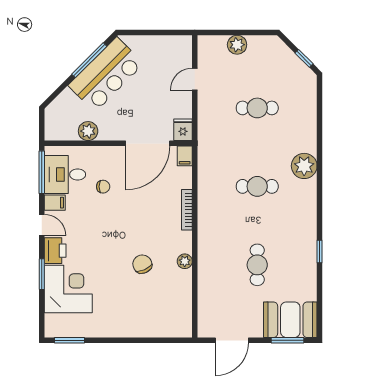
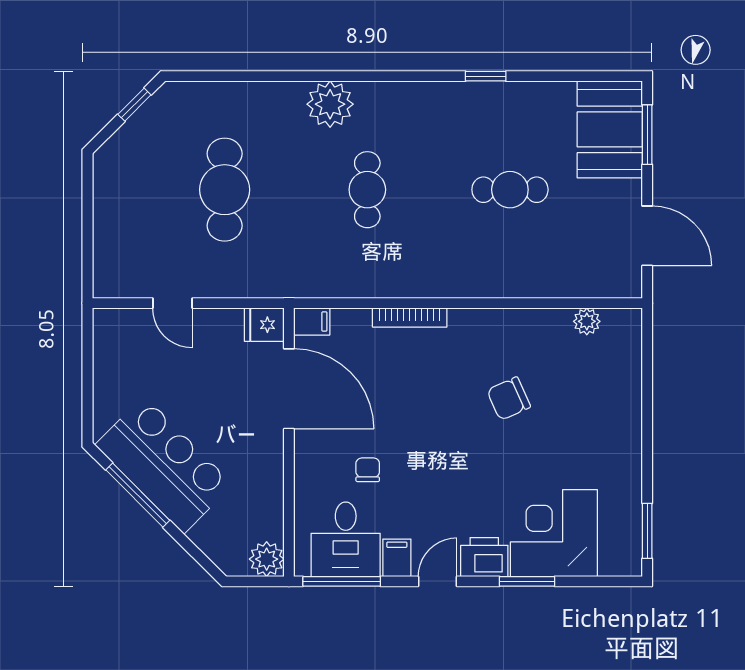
plant: (237, 45) -> (110, 226), removed
cafe table: (257, 108) -> (225, 190), width x1.37, depth x1.35
plant: (88, 131) -> (267, 559), moved
plant: (185, 261) -> (587, 321), moved

